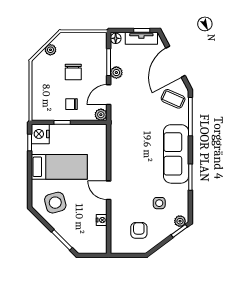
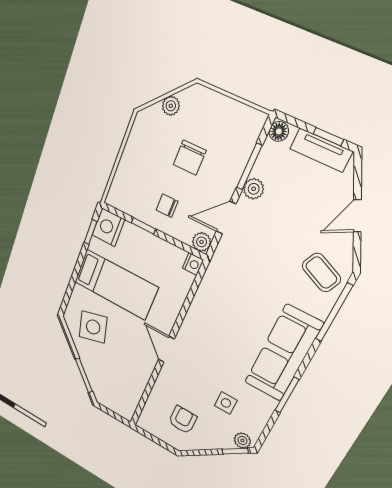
door: (175, 62) -> (357, 216), width x0.53
nightstand: (102, 220) -> (193, 264), moved

